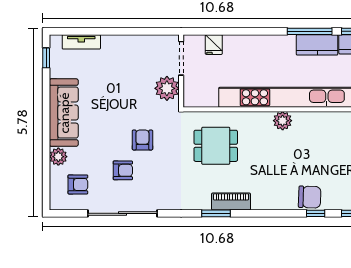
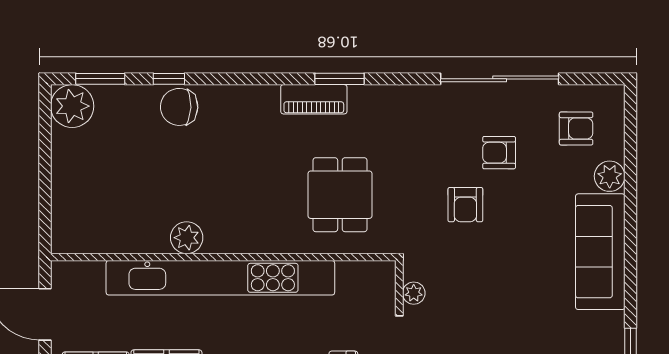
plant: (167, 88) -> (414, 293), width x0.53, depth x0.53
plant: (283, 121) -> (187, 238), moved
dining table: (216, 146) -> (340, 195), turned 90
armchair: (78, 184) -> (576, 128), turned 180

